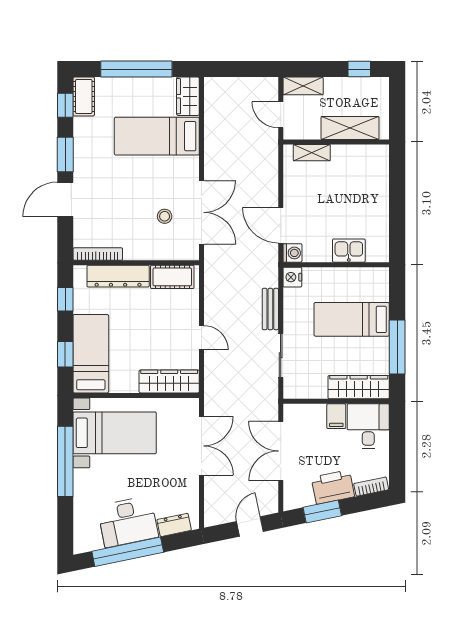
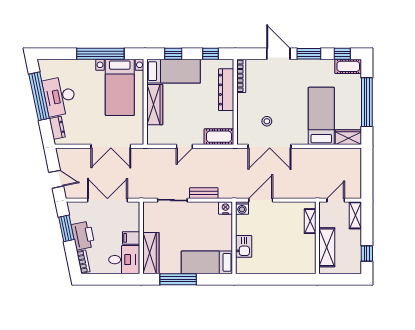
cot: (172, 277) -> (219, 137), moved, turned 90
bed: (352, 319) -> (207, 262), moved, turned -90
wardrobe: (169, 381) -> (155, 105), moved

